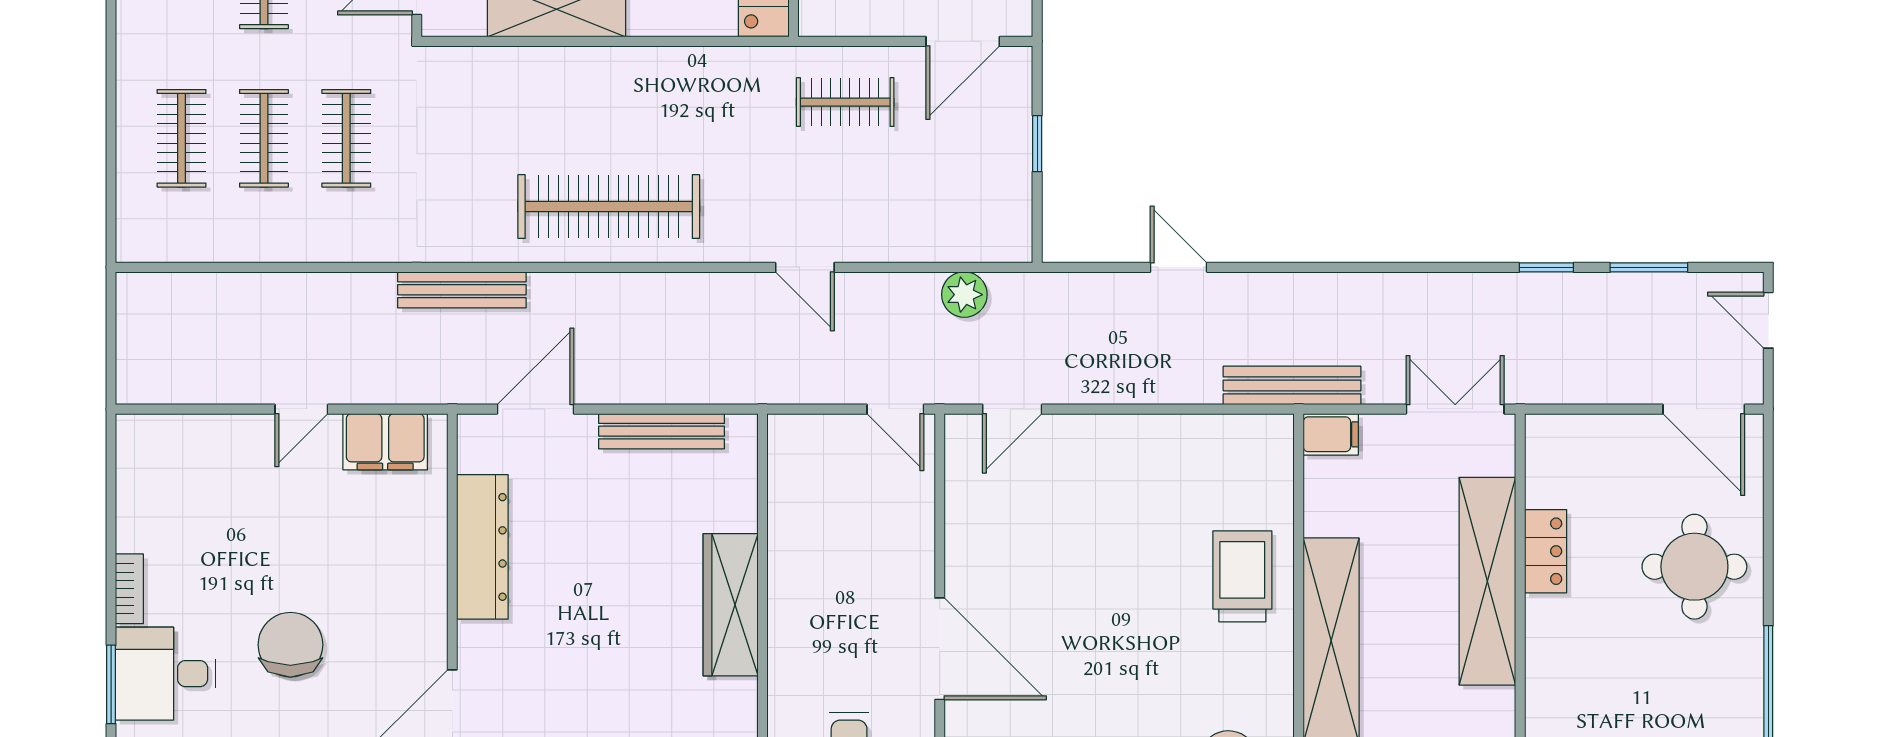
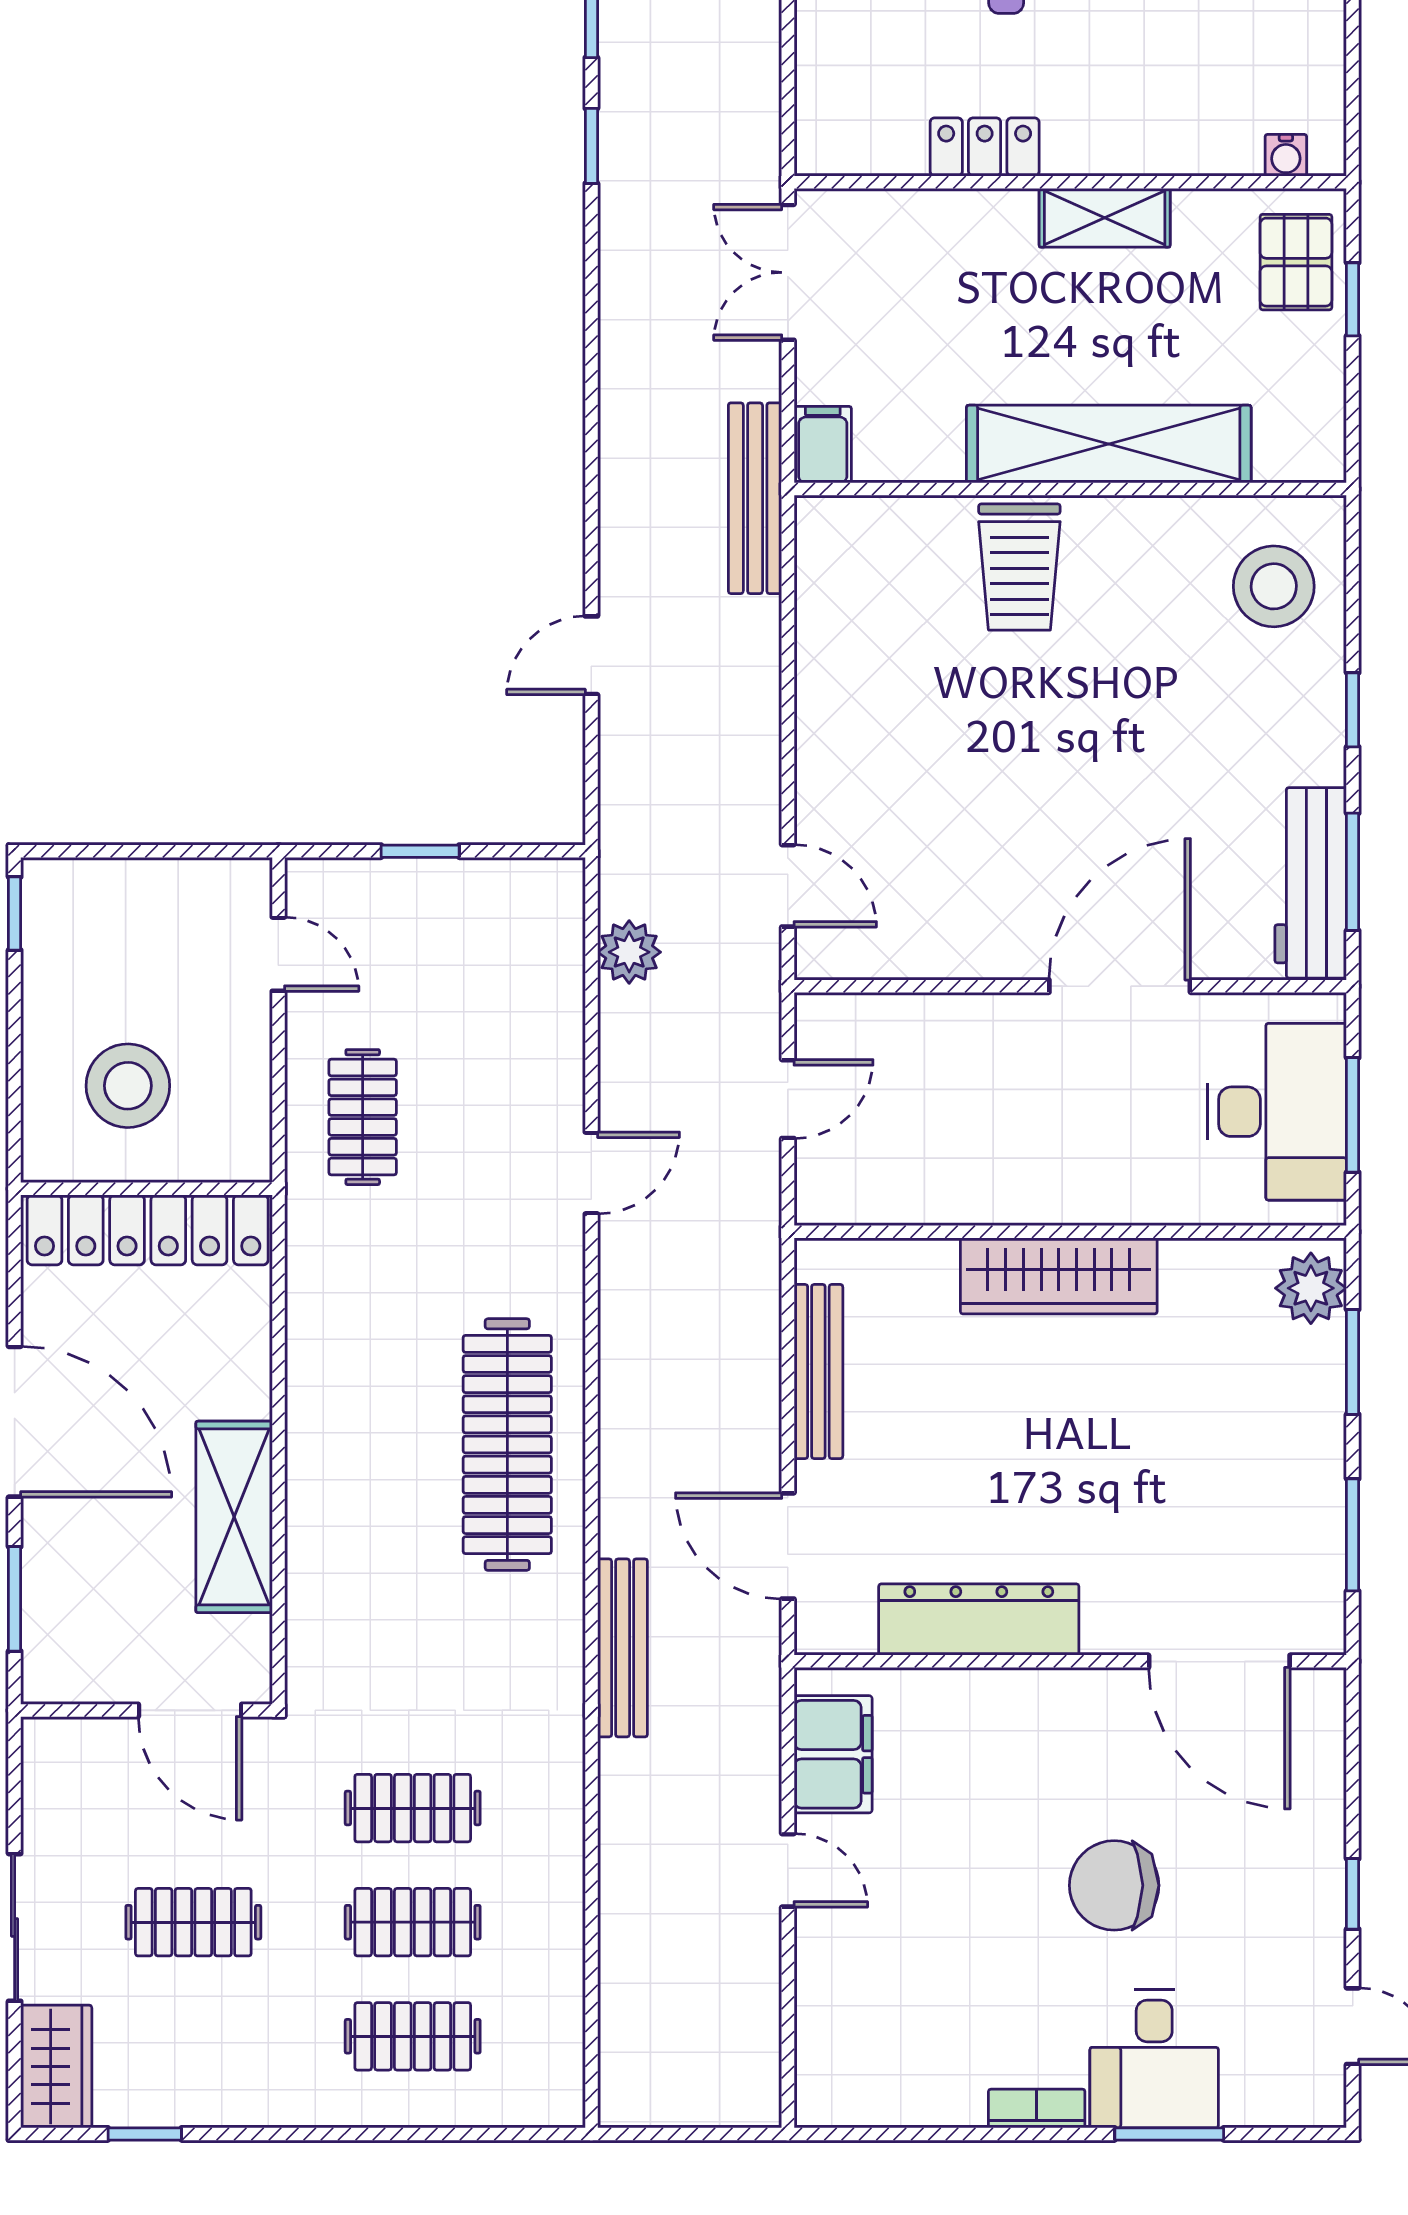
door: (963, 41) -> (278, 954), width x0.73
door: (895, 409) -> (788, 1099), moved
trolley: (1242, 576) -> (1019, 567), turned -90
shelving: (1487, 581) -> (1105, 218), width x0.45, depth x0.75

